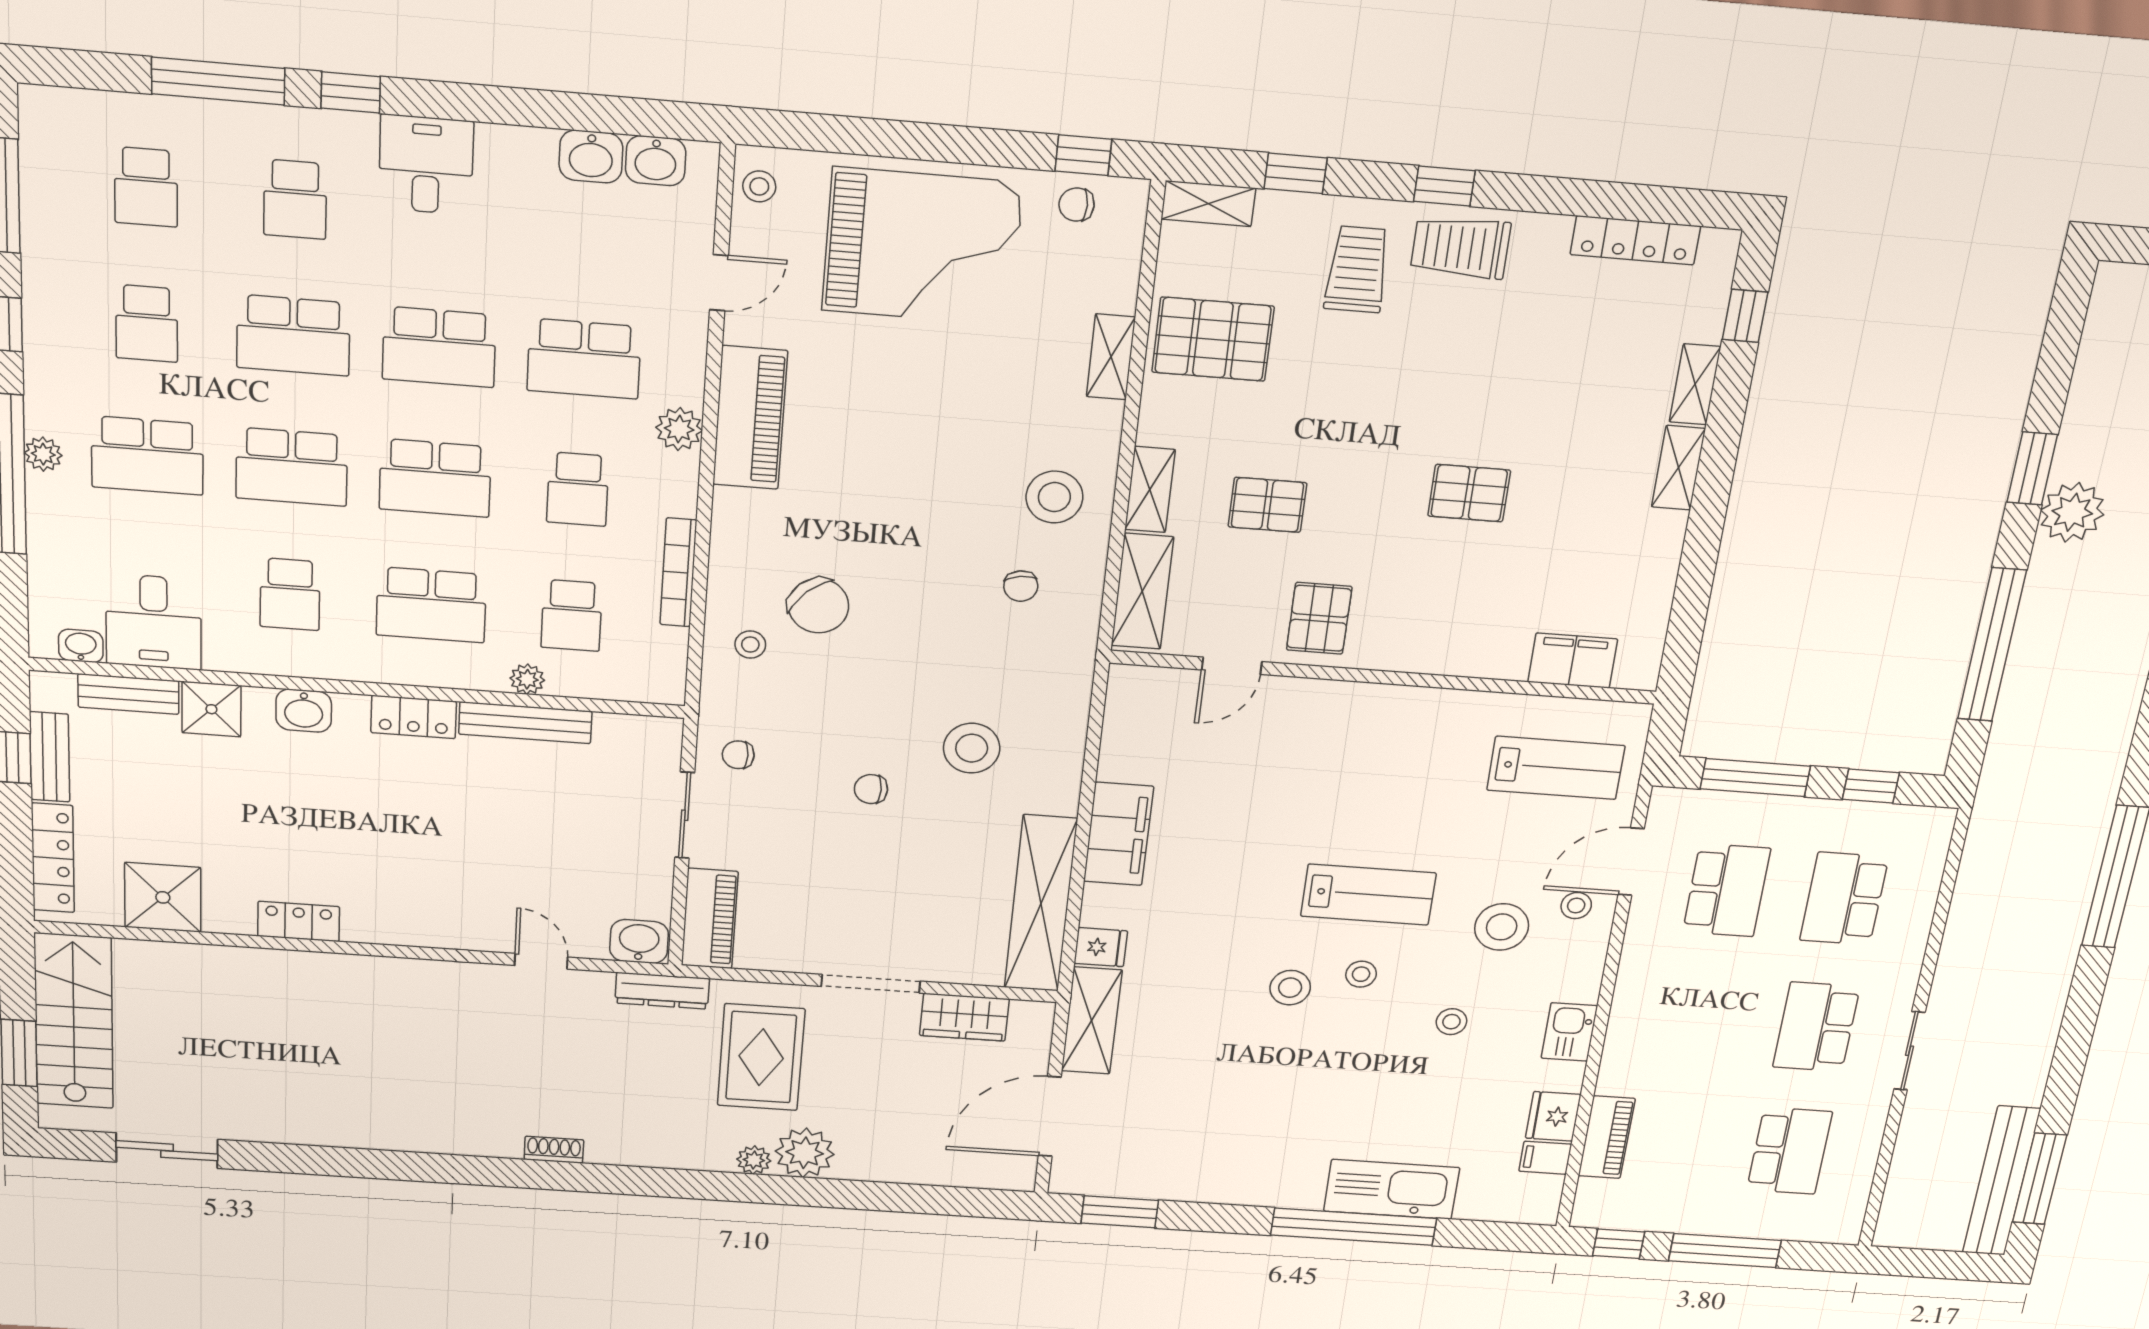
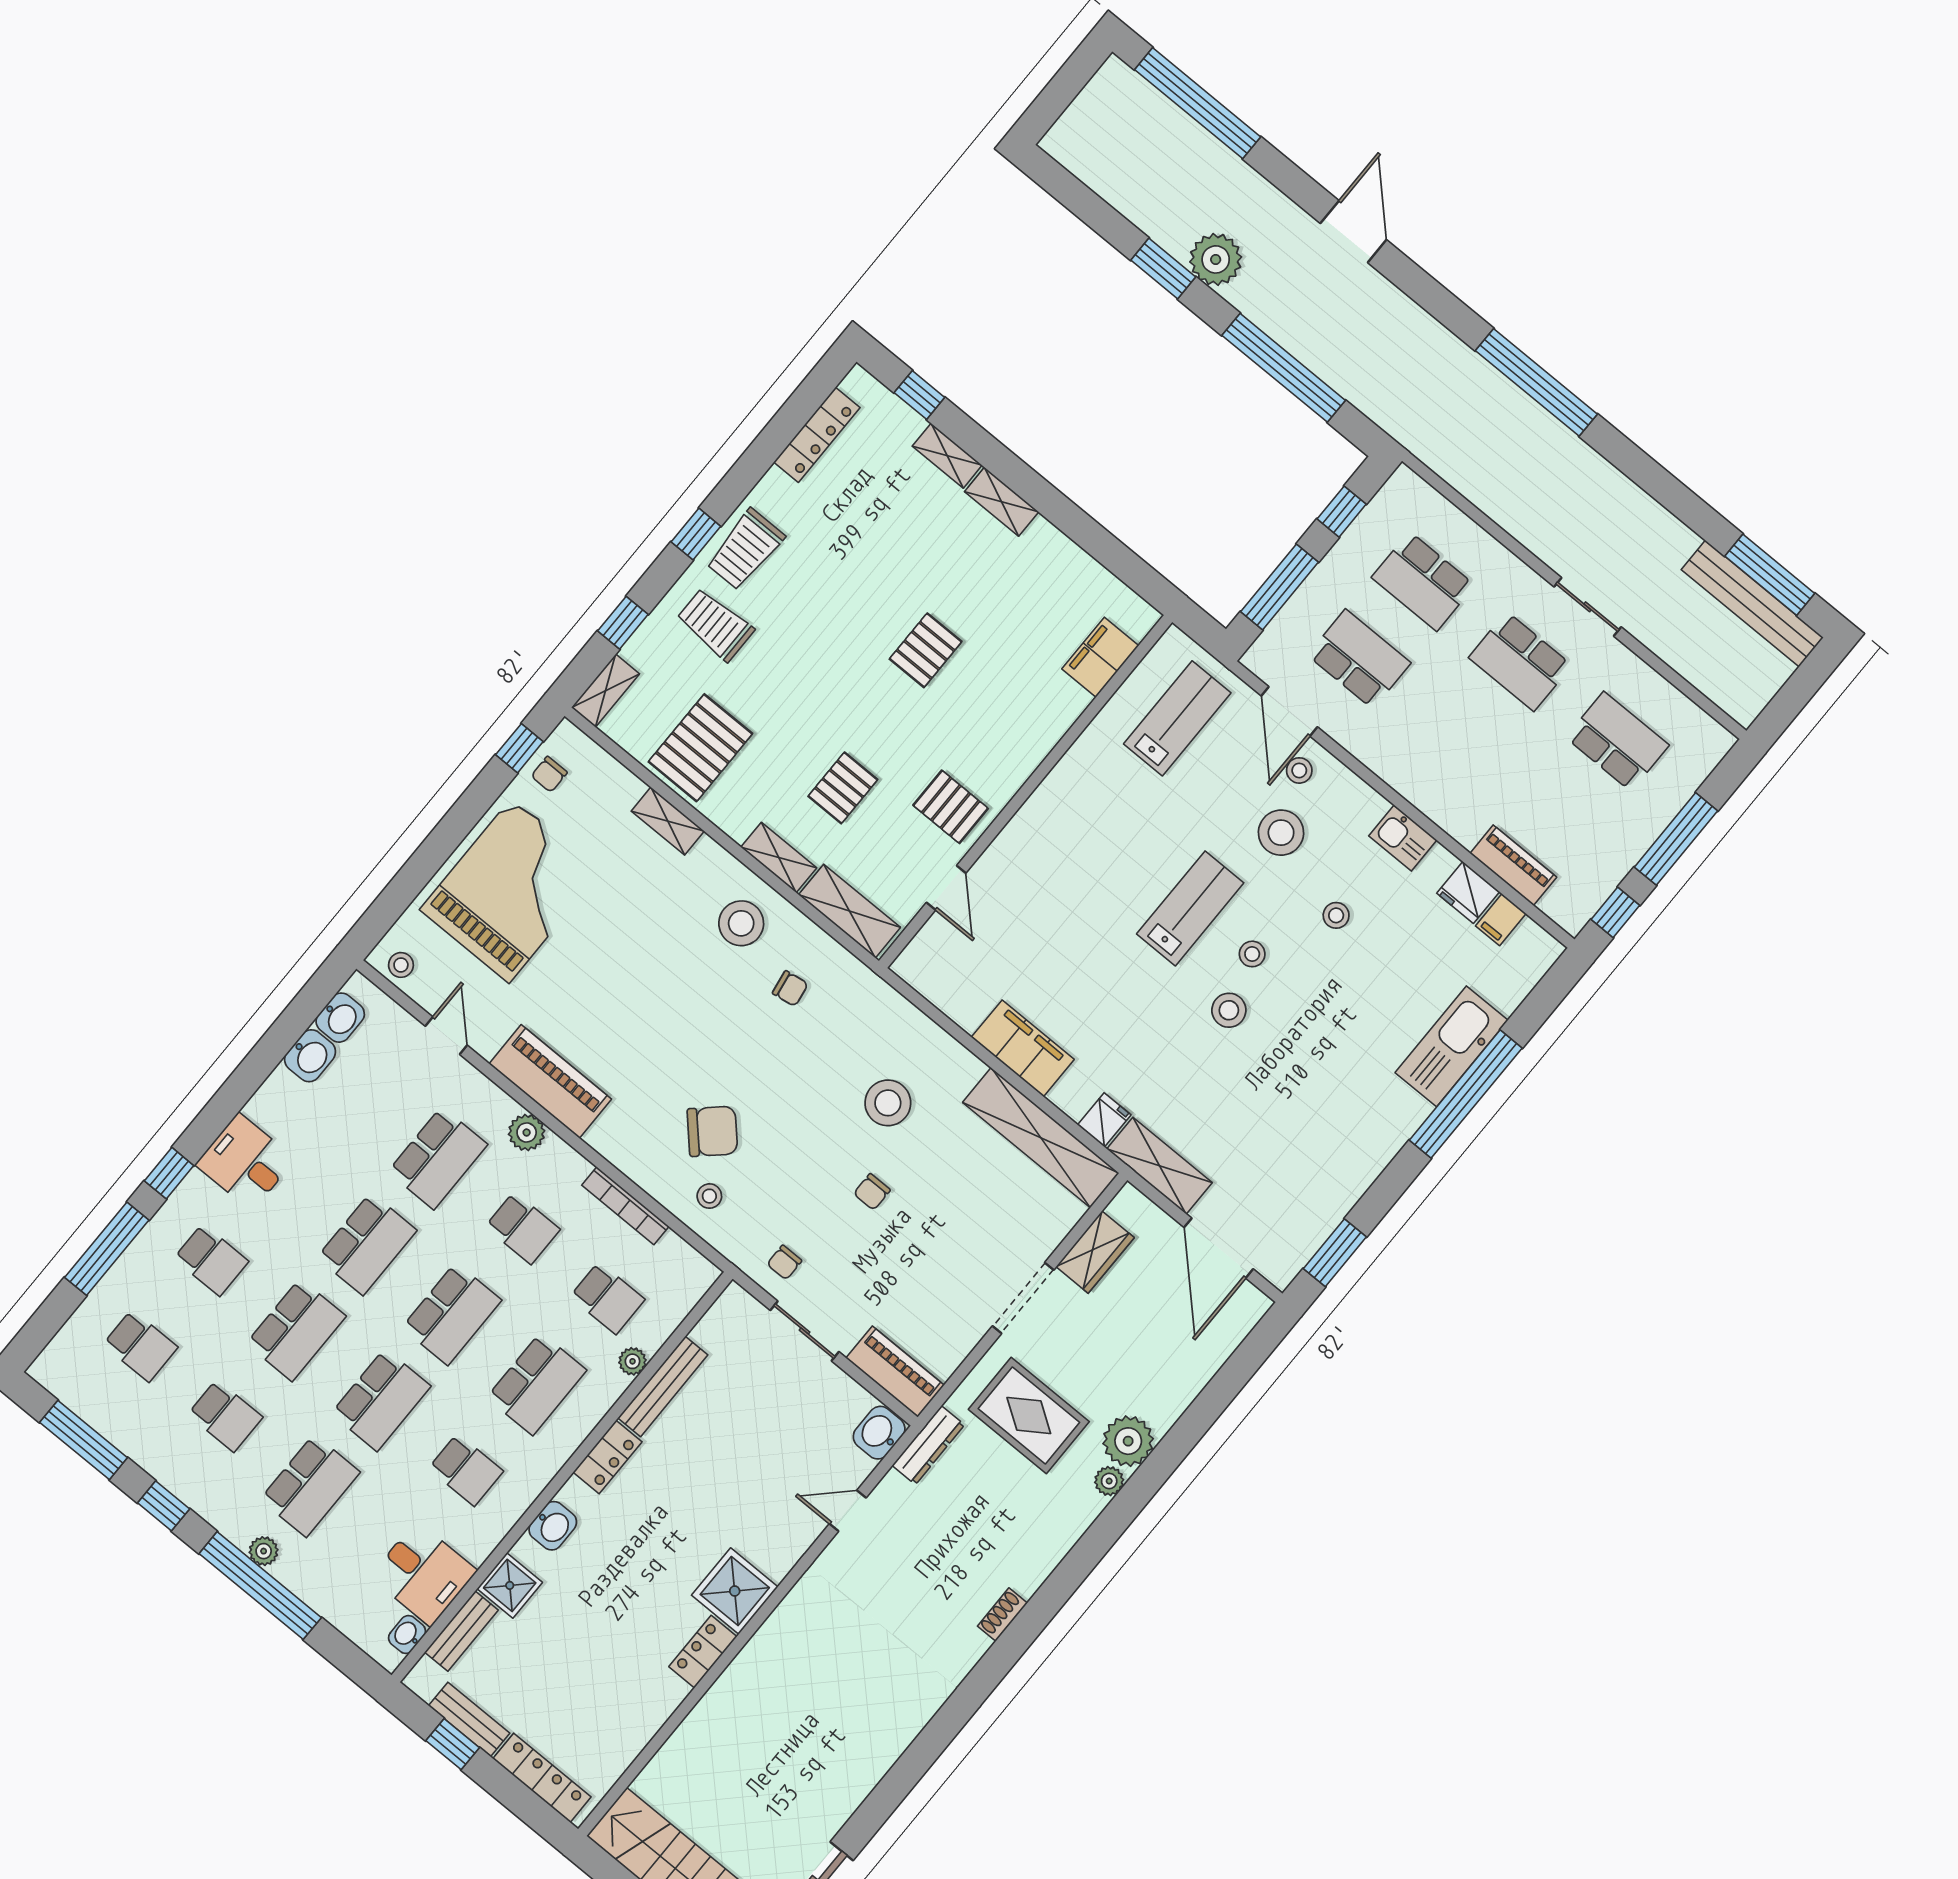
shower: (163, 897) -> (735, 1591), moved

